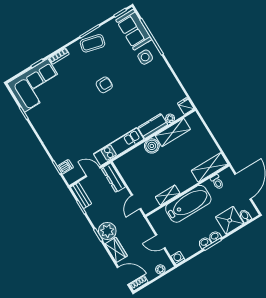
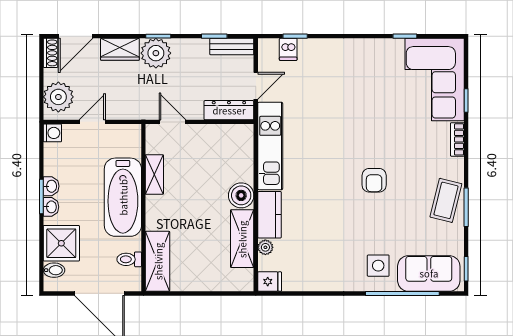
plant: (160, 269) -> (58, 97), width x1.87, depth x1.87

